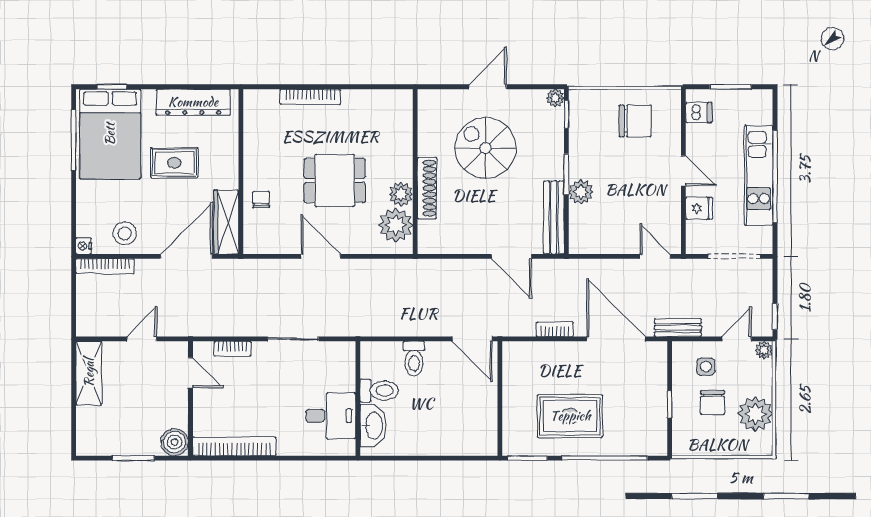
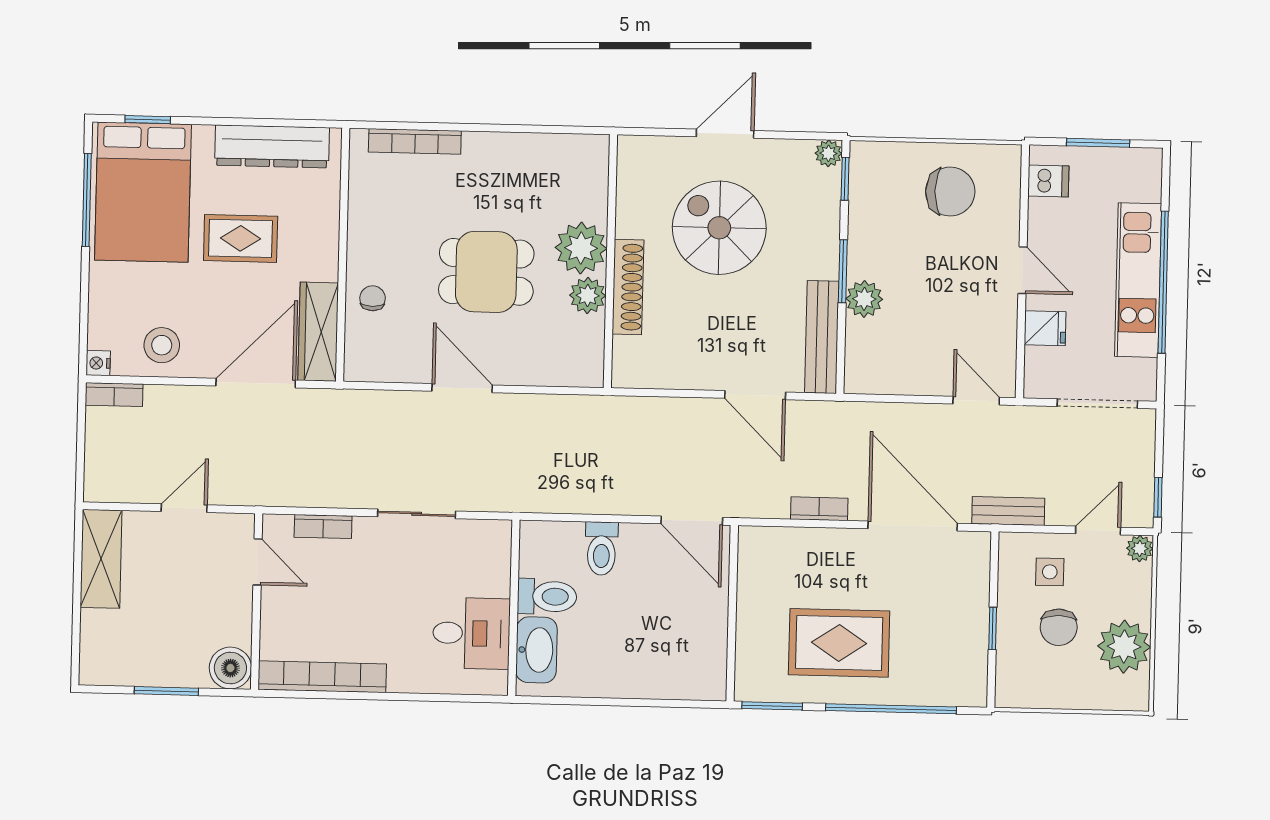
bookcase: (310, 97) -> (415, 141), moved
plant: (396, 225) -> (581, 248), moved
bookcase: (105, 266) -> (114, 395), width x0.64

